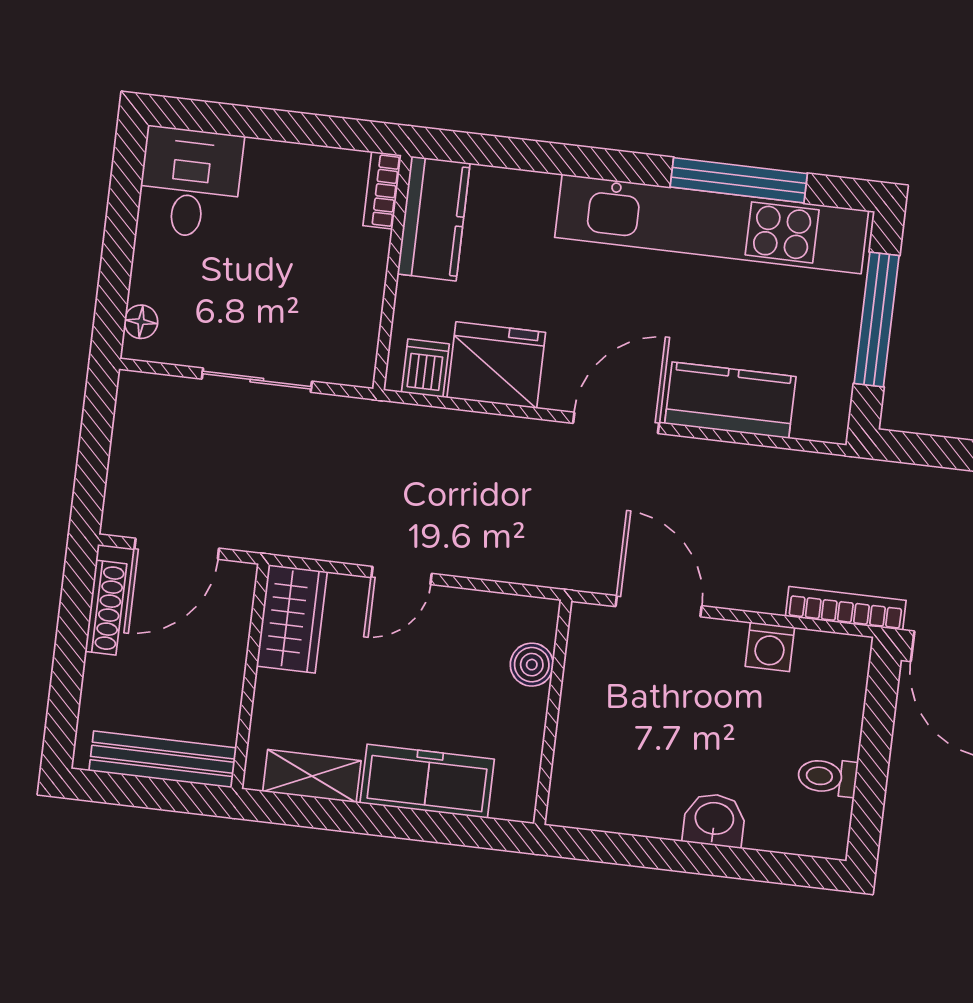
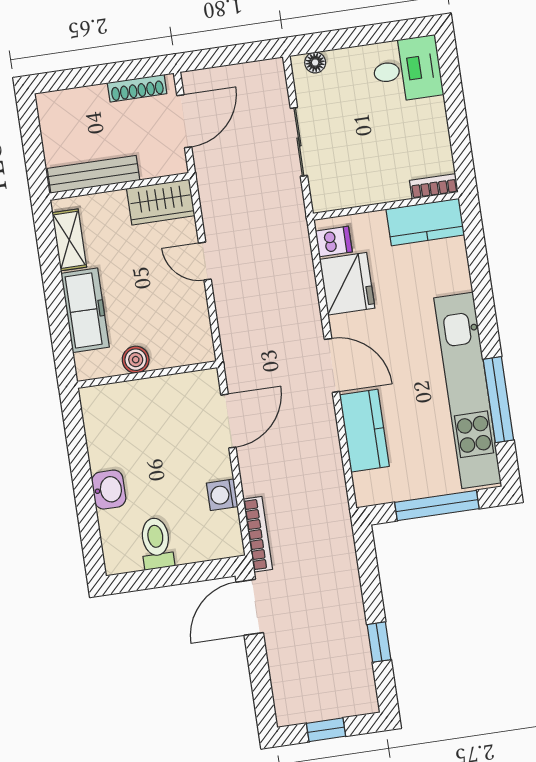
door: (177, 549) -> (184, 121), swing flipped
boiler: (532, 665) -> (136, 360), moved
bench: (163, 759) -> (94, 174), moved, turned 90
toilet: (827, 777) -> (156, 543), width x1.37, depth x1.39

